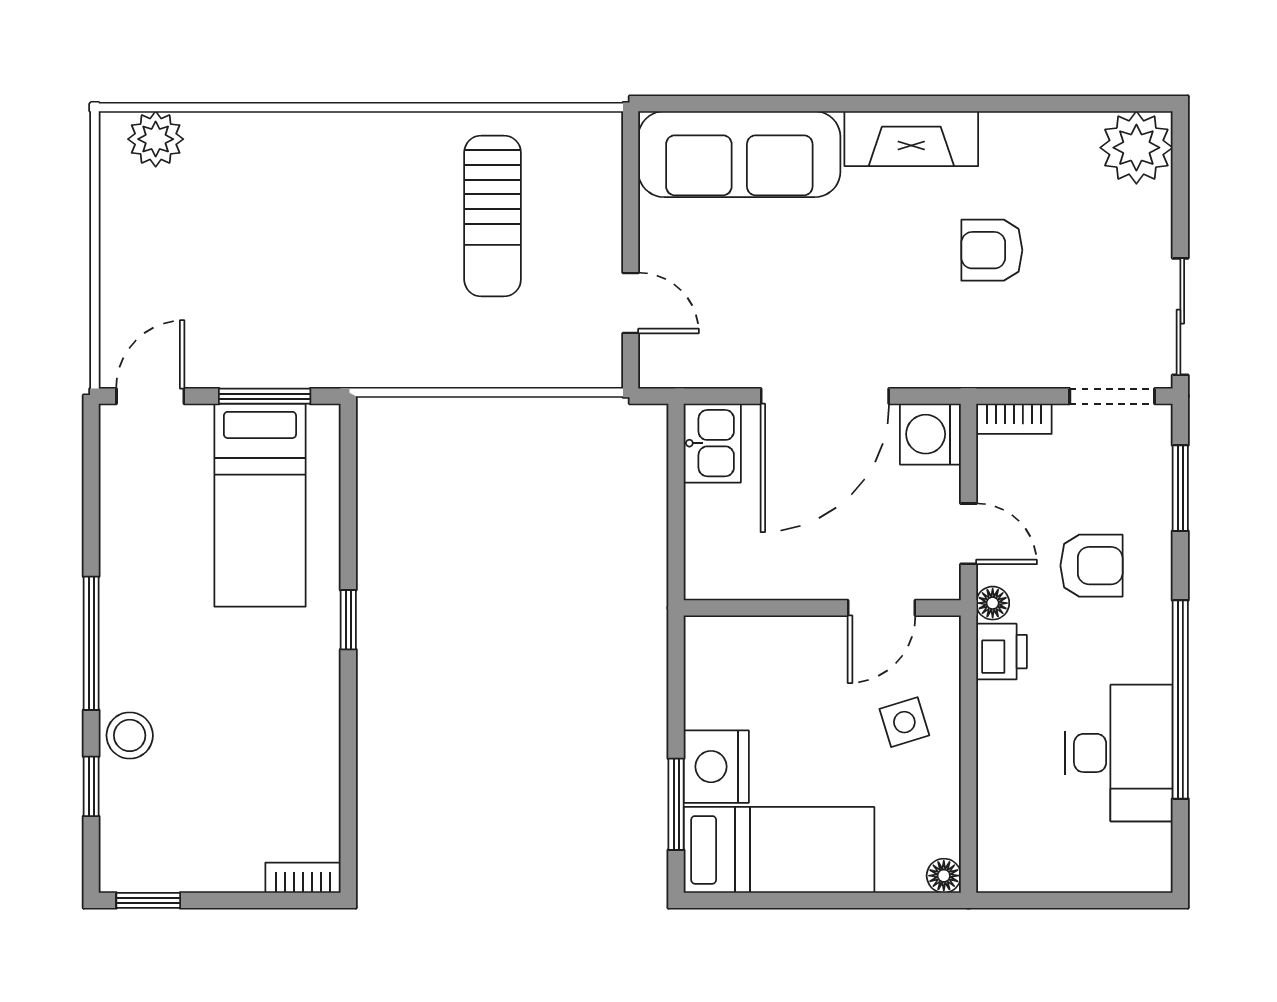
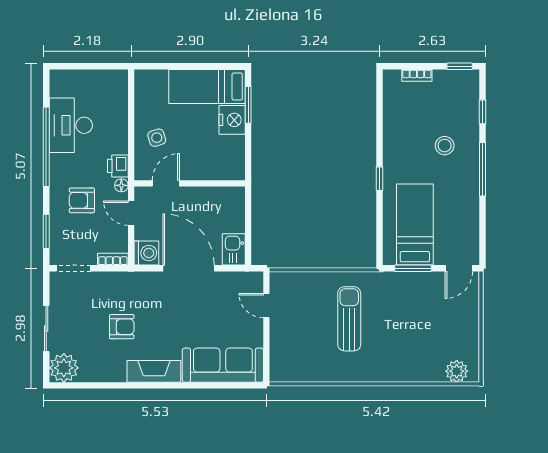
sun lounger: (493, 216) -> (349, 319), moved
sliding door: (1180, 317) -> (46, 328), moved
door: (825, 396) -> (189, 268), hinge flipped
stool: (130, 735) -> (445, 146), moved
floor lamp: (944, 876) -> (141, 76), removed
bookcase: (303, 878) -> (417, 75), moved

